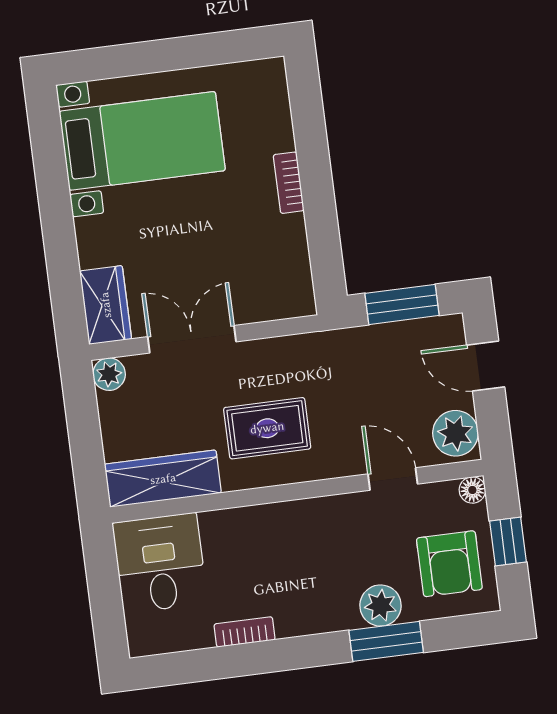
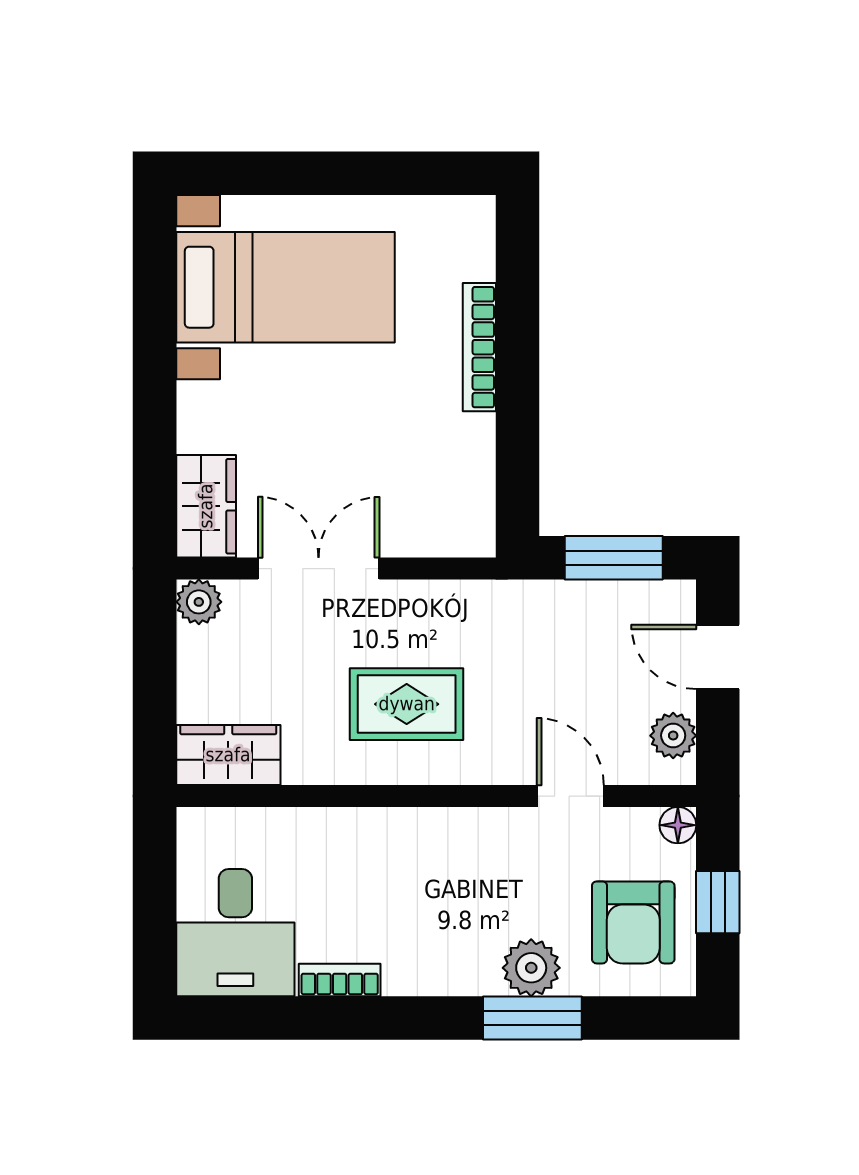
bookcase: (289, 183) -> (479, 347), width x1.56
plant: (455, 433) -> (673, 736), width x0.73, depth x0.73
wardrobe: (163, 479) -> (228, 755), width x0.67
desk: (160, 563) -> (235, 933), moved, turned 180

